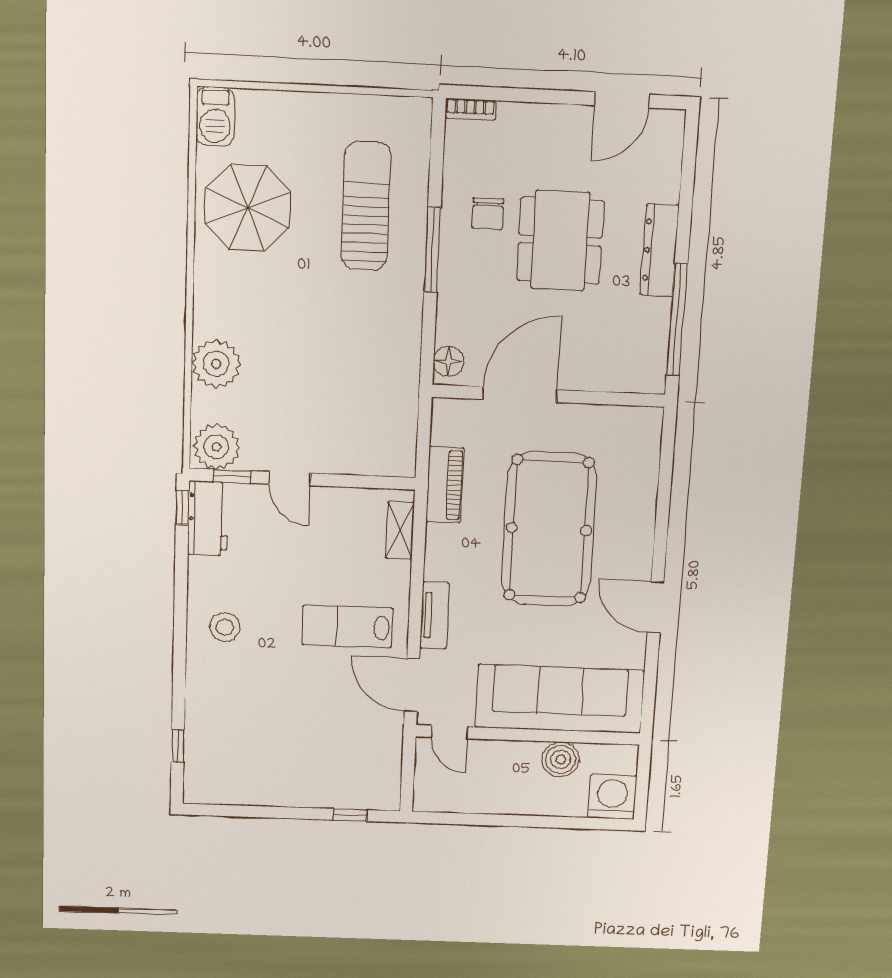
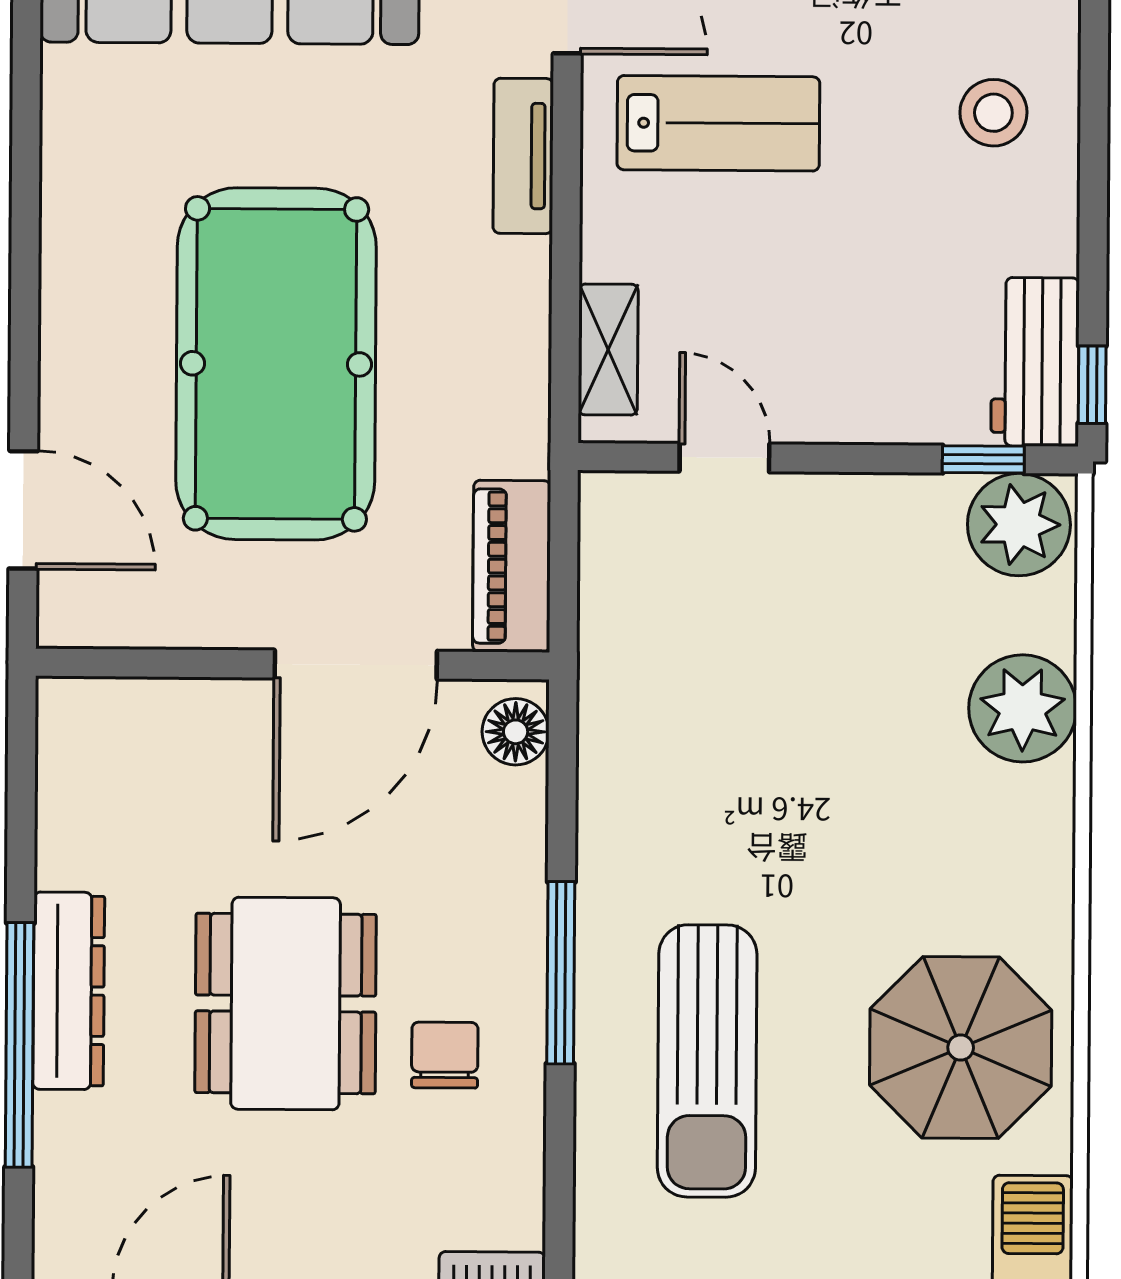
window: (677, 320) -> (20, 1045), moved
door: (290, 479) -> (724, 458), moved
piano: (445, 485) -> (512, 566), moved
door: (655, 607) -> (23, 510), moved

